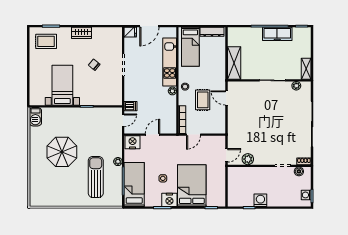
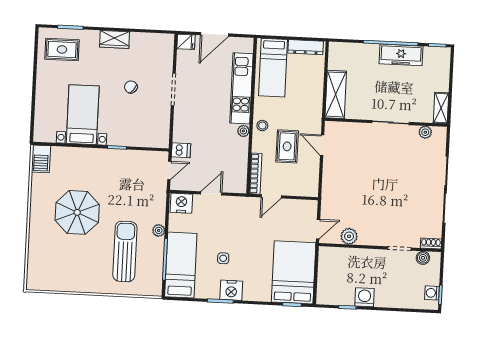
bed: (192, 186) -> (294, 272), moved

